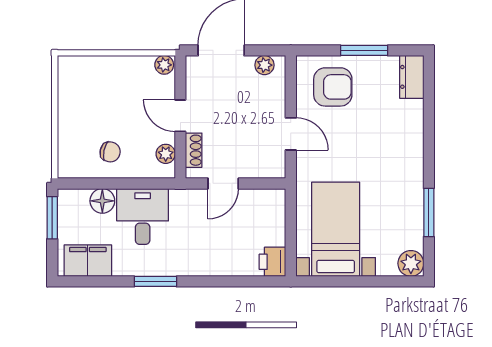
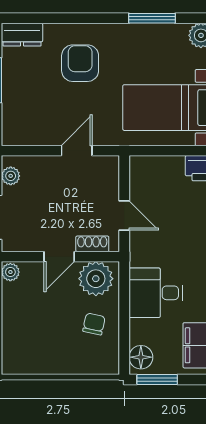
armchair: (333, 87) -> (80, 63), moved
plant: (166, 154) -> (96, 279), width x1.88, depth x1.88
floor lamp: (102, 201) -> (141, 357), moved

